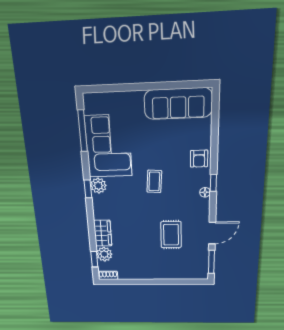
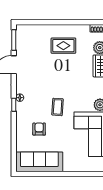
armchair: (199, 159) -> (39, 129), moved
rug: (171, 235) -> (63, 46), moved, turned 90

